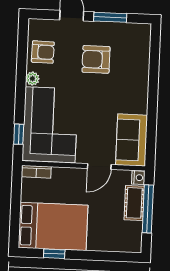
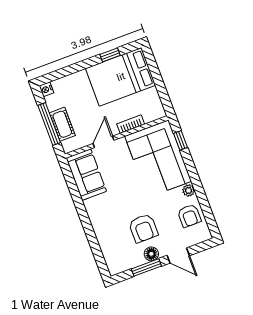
floor lamp: (99, 29) -> (151, 254), added
armchair: (43, 52) -> (189, 216), turned -91
armchair: (96, 59) -> (143, 228), turned 90
bookcase: (36, 172) -> (131, 124), moved
nightstand: (138, 178) -> (46, 89), moved

